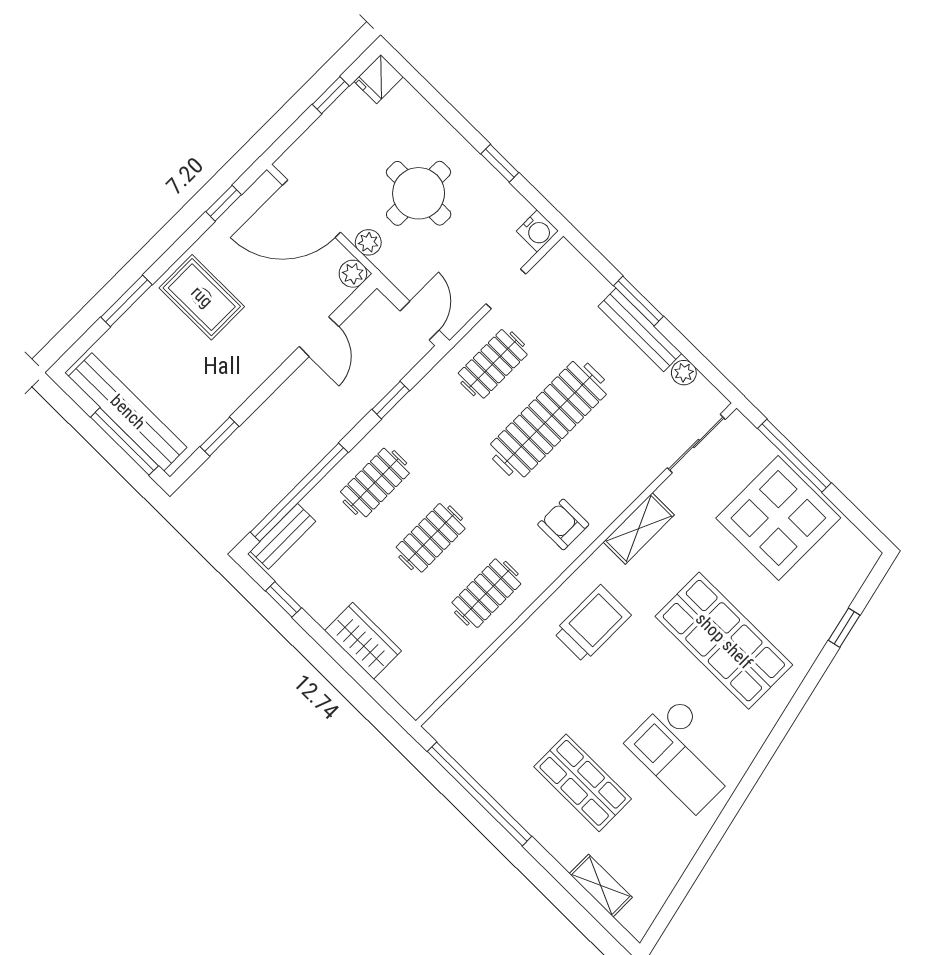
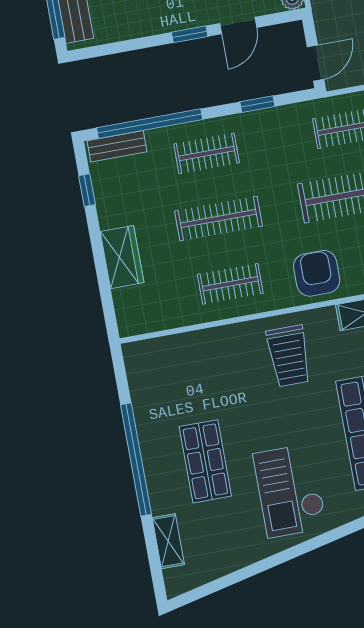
window: (220, 437) -> (190, 34), moved
armchair: (563, 524) -> (317, 273), width x1.38, depth x1.38
clothes rail: (431, 538) -> (218, 219), width x1.36
trolley: (592, 624) -> (289, 356), turned 90
window: (479, 794) -> (136, 459), moved

